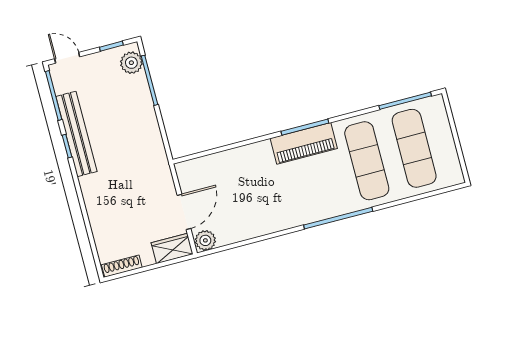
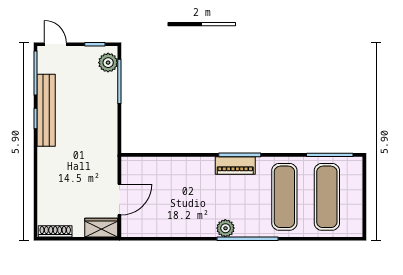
piano: (304, 143) -> (235, 165), width x0.73, depth x0.75
plant: (205, 240) -> (225, 228), moved

